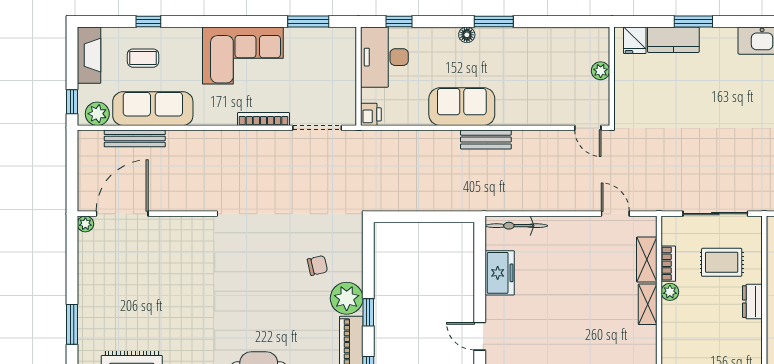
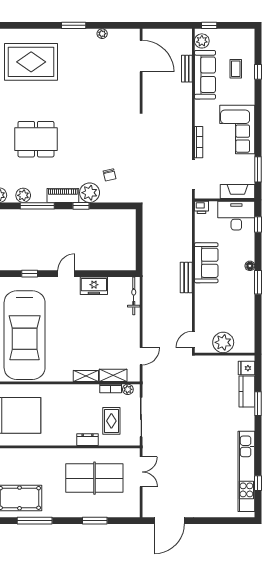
fireplace: (89, 55) -> (238, 192), moved, turned 180
plant: (601, 71) -> (223, 342), width x1.87, depth x1.87
bench: (135, 138) -> (187, 69), width x0.73
plant: (85, 224) -> (102, 34), moved
freezer: (500, 273) -> (94, 286), moved
plant: (670, 292) -> (128, 389), moved

